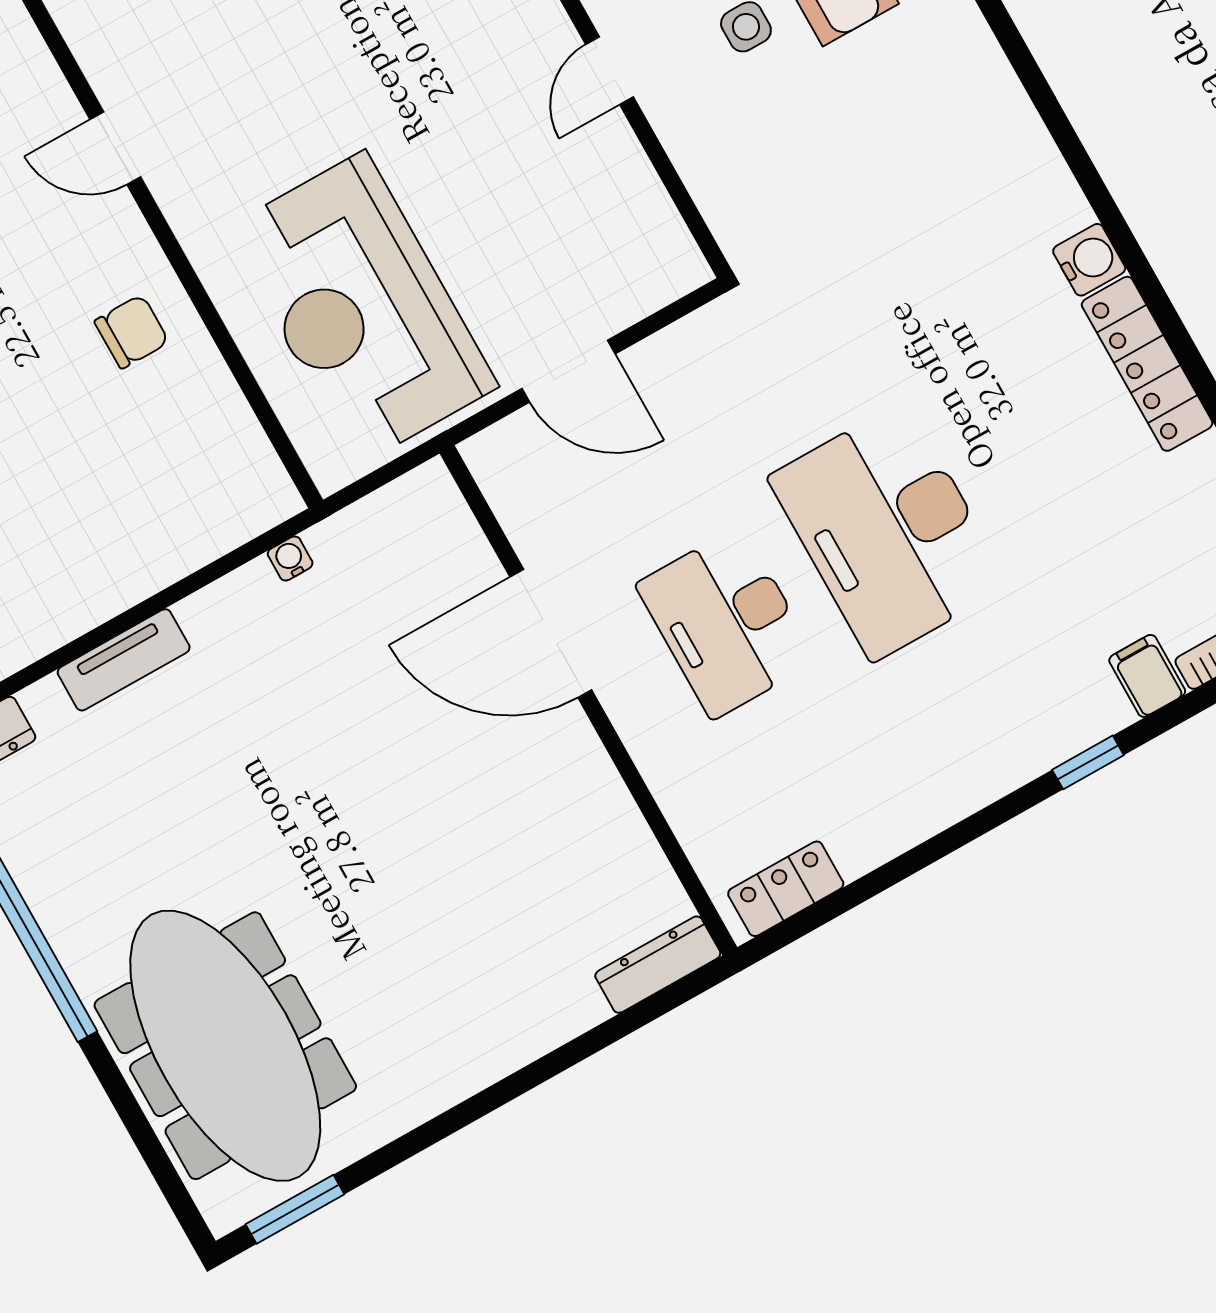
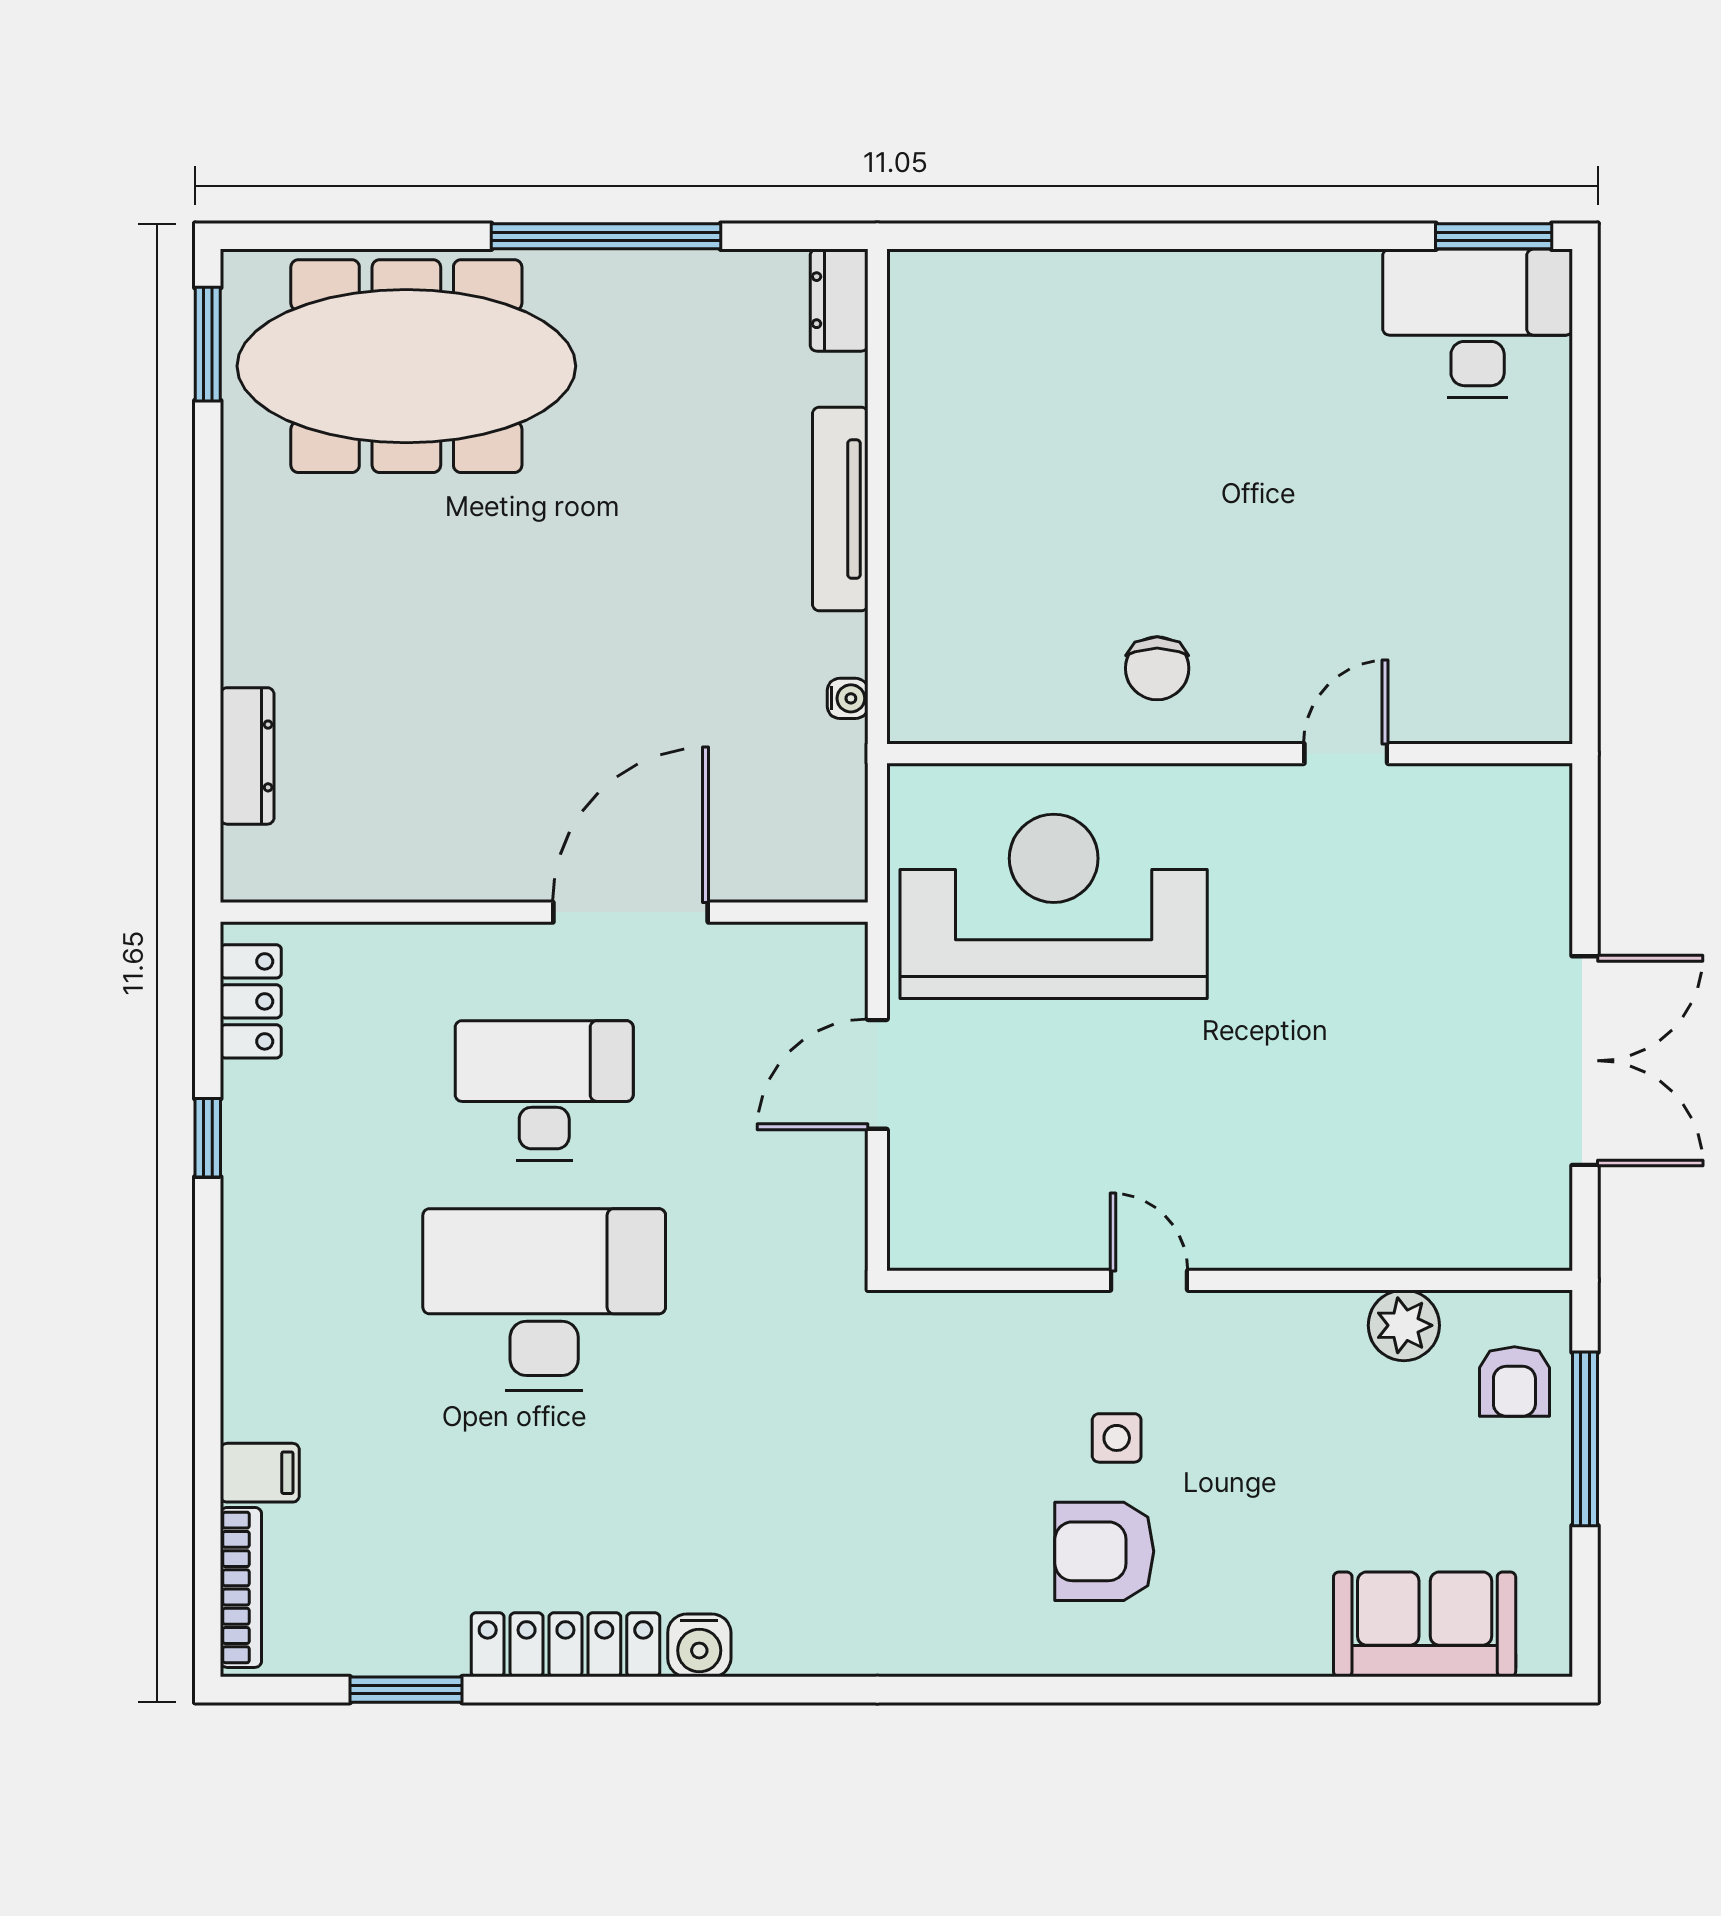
tv unit: (124, 660) -> (840, 509), width x1.41
window: (1088, 762) -> (208, 1138), moved
dresser: (658, 965) -> (247, 756), moved

